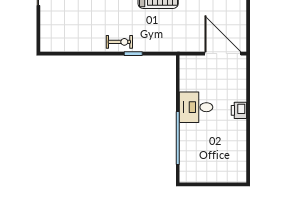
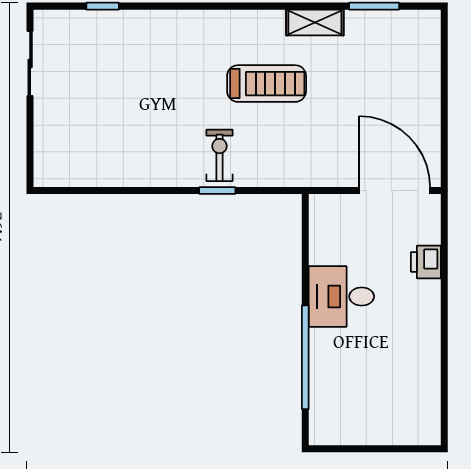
exercise bike: (119, 42) -> (220, 155), moved, turned -90
printer: (239, 110) -> (426, 262), moved

